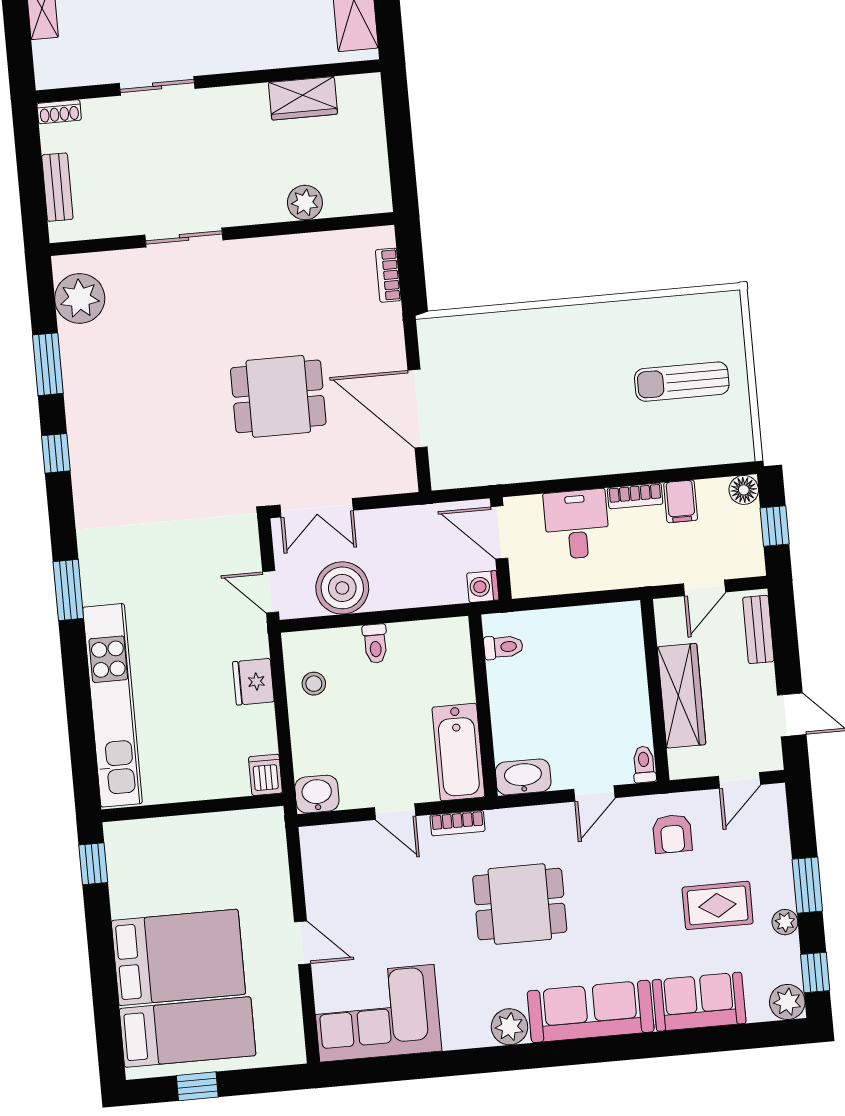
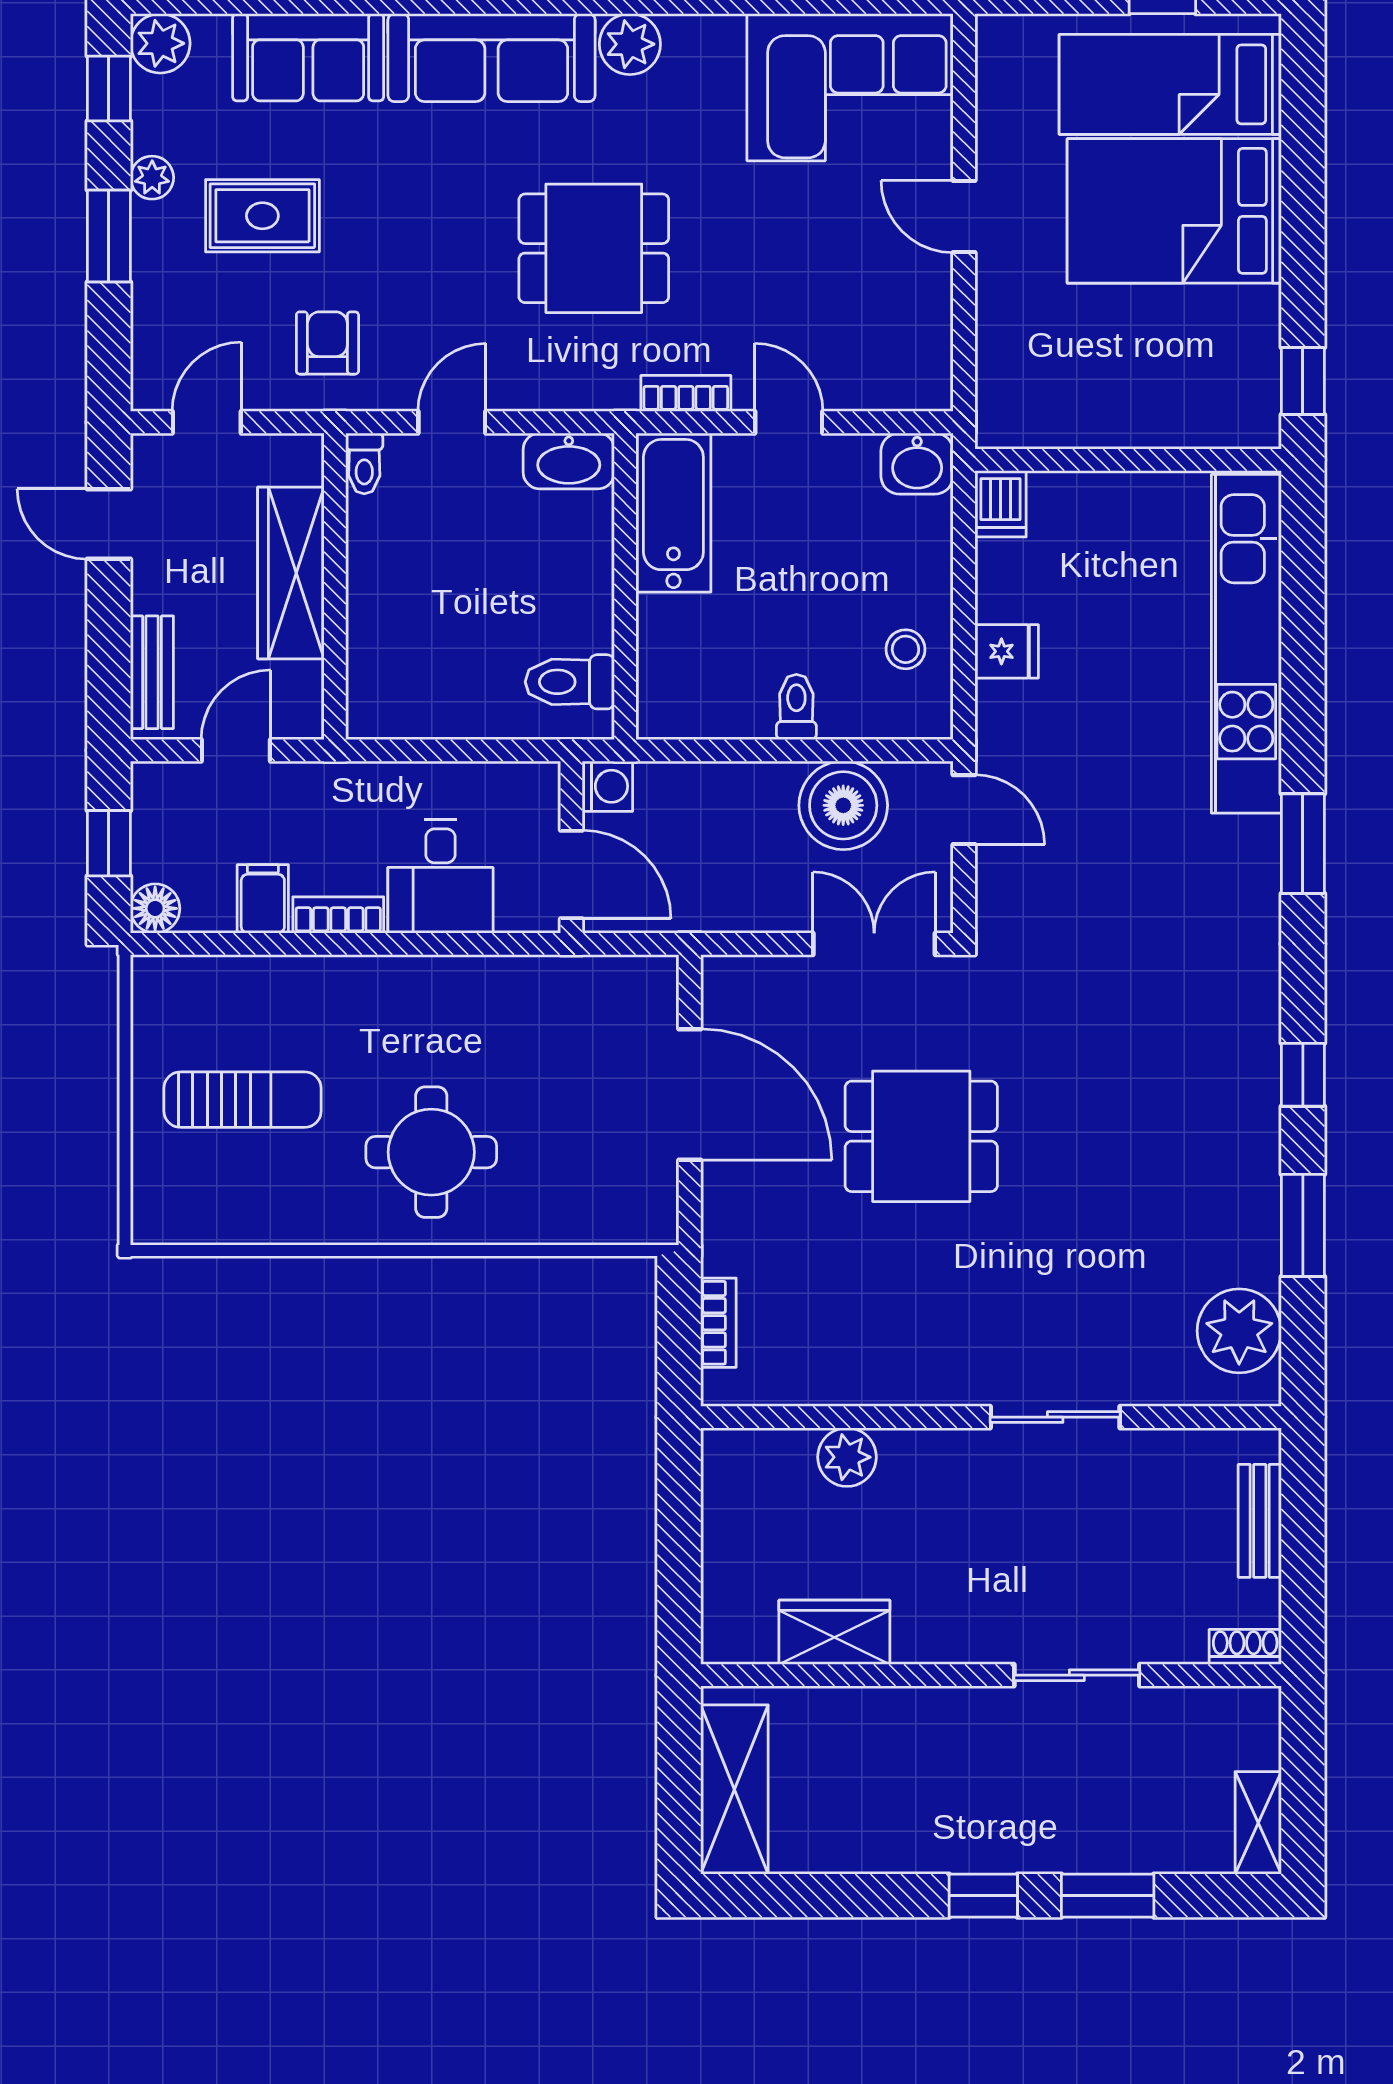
round table: (567, 361) -> (431, 1152), added
toilet: (503, 647) -> (570, 682), width x1.37, depth x1.39
fridge: (253, 682) -> (1007, 651), width x0.72

